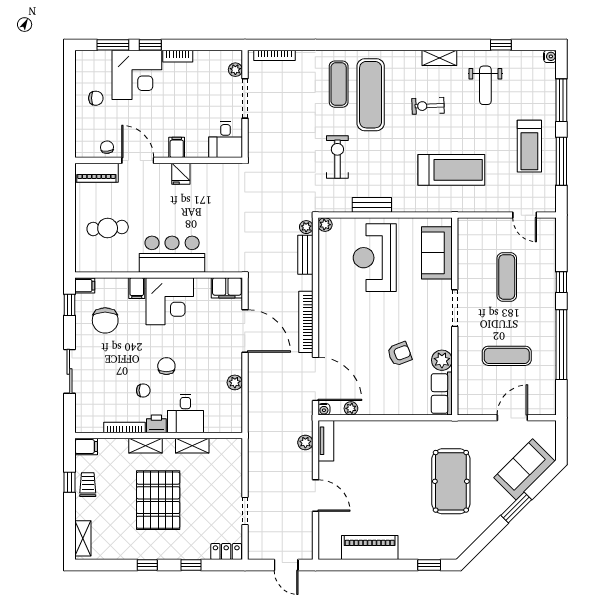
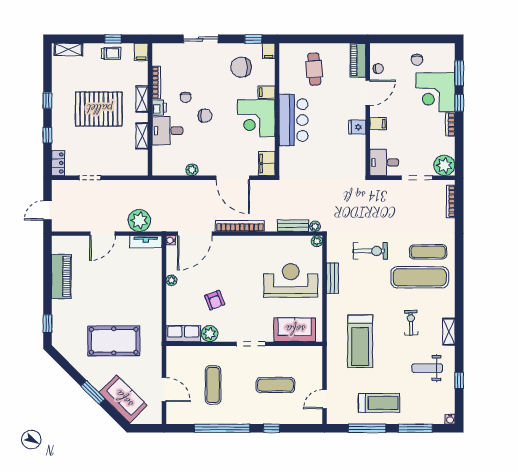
plant: (235, 70) -> (444, 165), width x1.87, depth x1.87
treadmill: (529, 146) -> (379, 403), turned 180
door: (245, 331) -> (233, 178), hinge flipped
plant: (351, 408) -> (171, 280), moved
plant: (305, 443) -> (139, 220), width x1.87, depth x1.87

